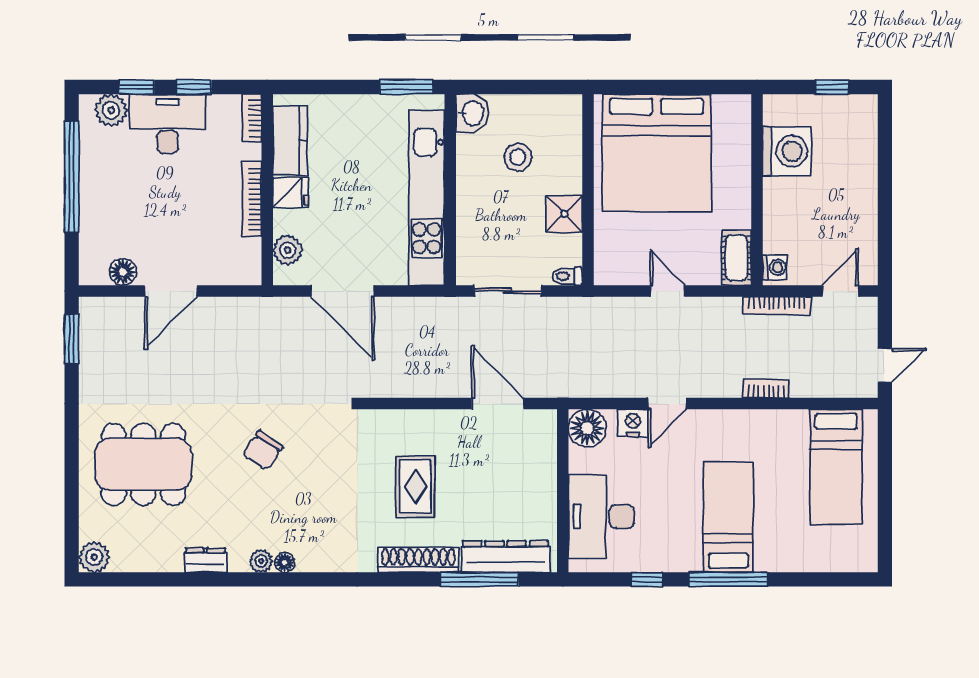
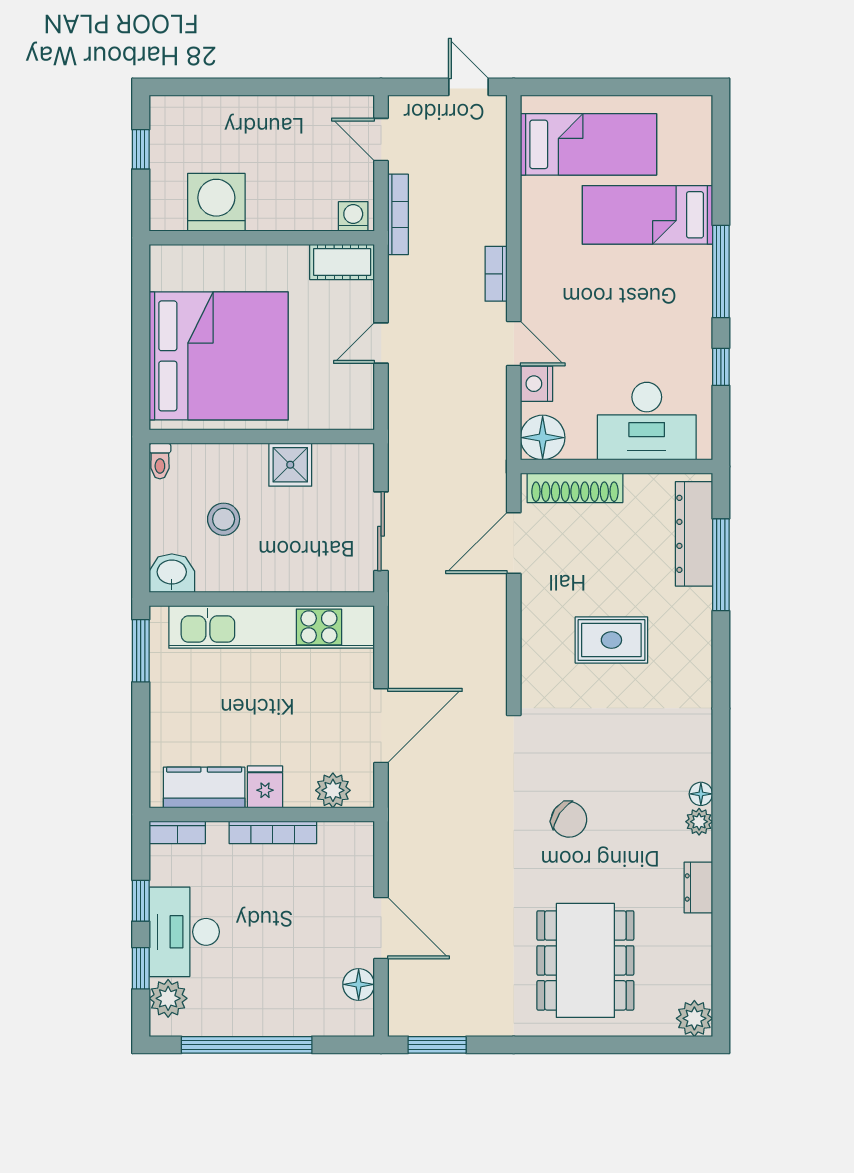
toilet: (567, 276) -> (160, 461), moved
bookcase: (766, 389) -> (496, 274), moved
bed: (728, 517) -> (647, 215), moved
shoe rack: (418, 560) -> (575, 488), moved, turned -90

